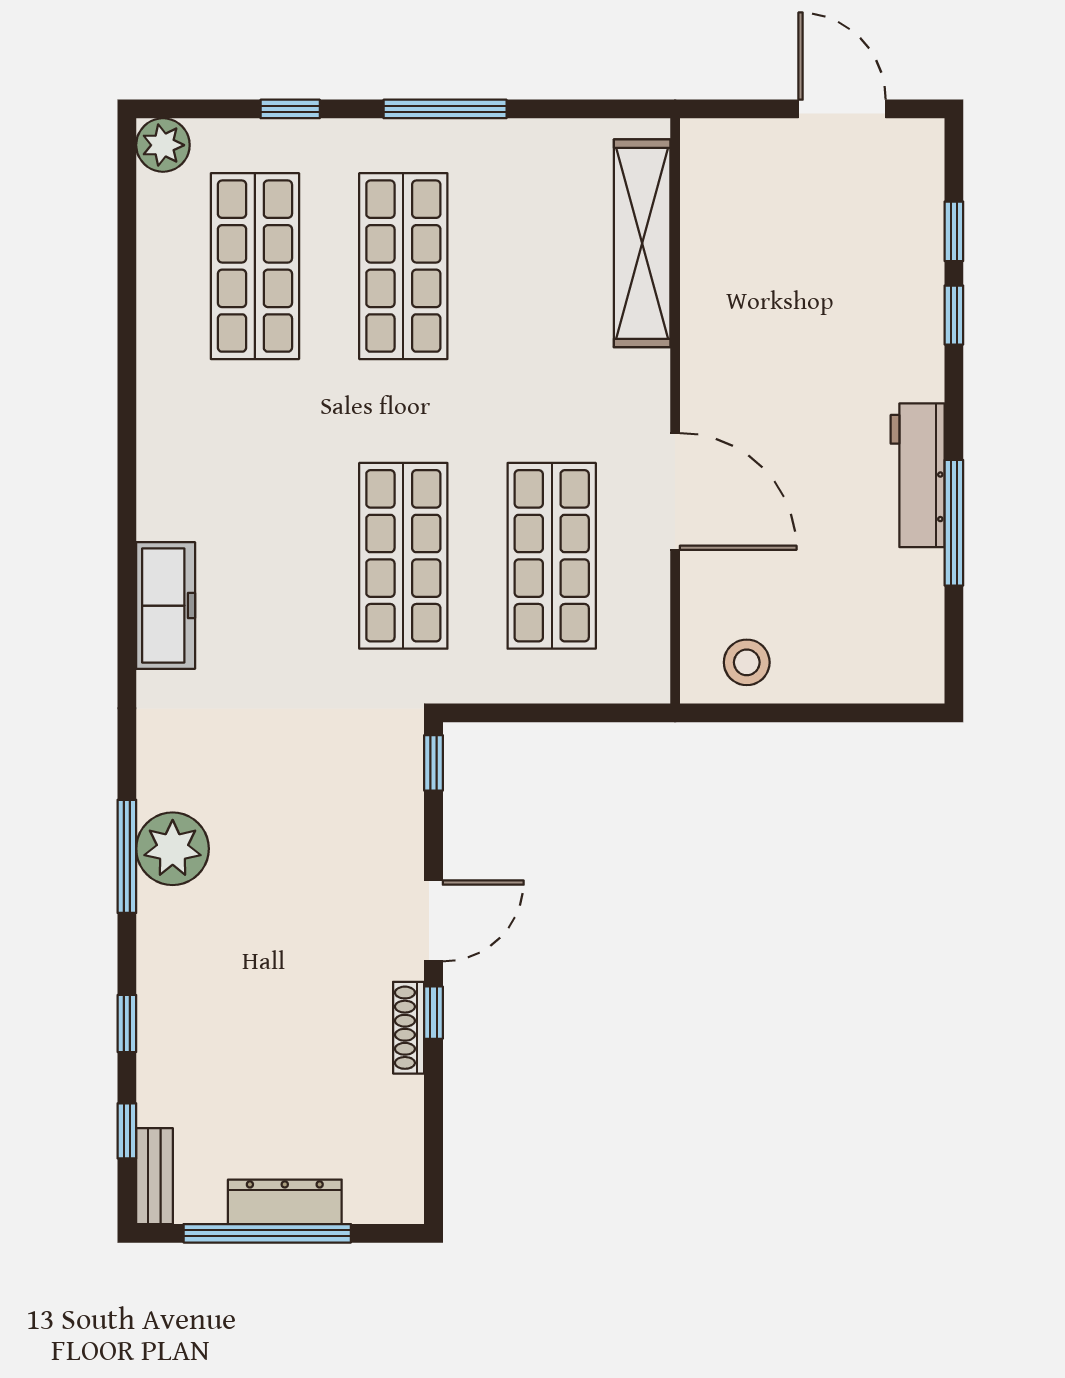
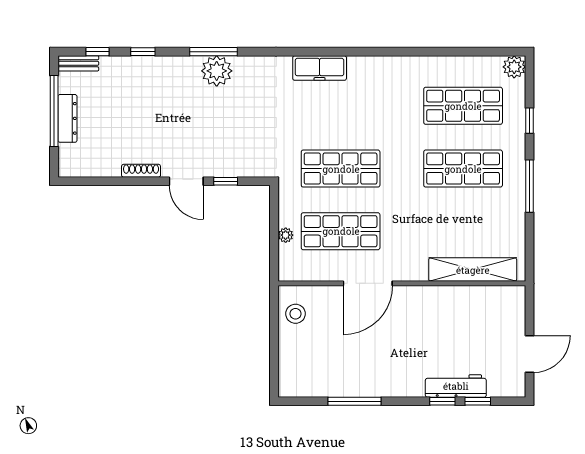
workbench: (918, 475) -> (456, 386), moved
plant: (561, 686) -> (286, 235), added
window: (434, 763) -> (226, 181), moved
window: (434, 1013) -> (147, 181), removed

